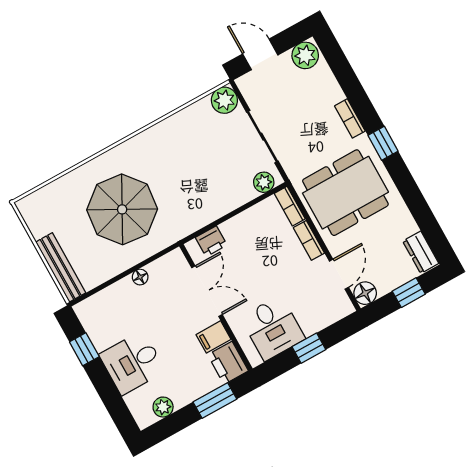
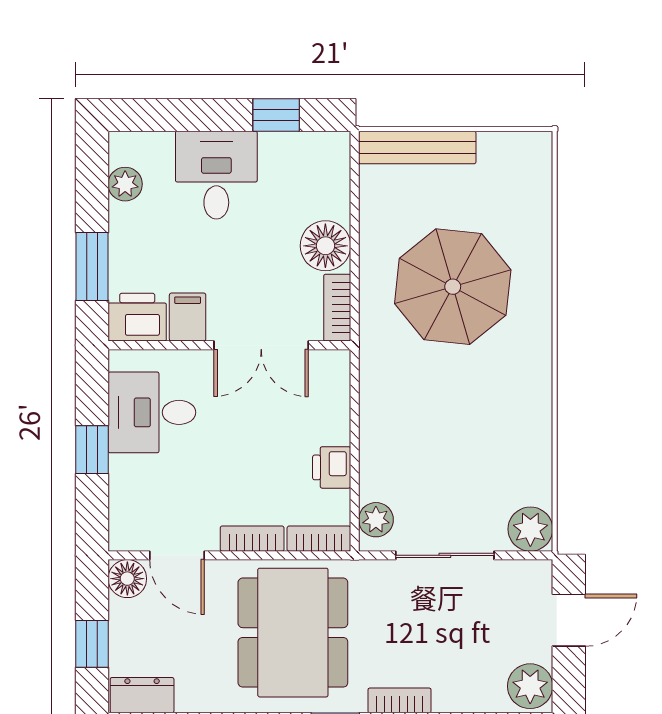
printer: (211, 241) -> (332, 467), moved
bookcase: (166, 263) -> (337, 308), added
floor lamp: (140, 277) -> (325, 246), width x1.89, depth x1.89

